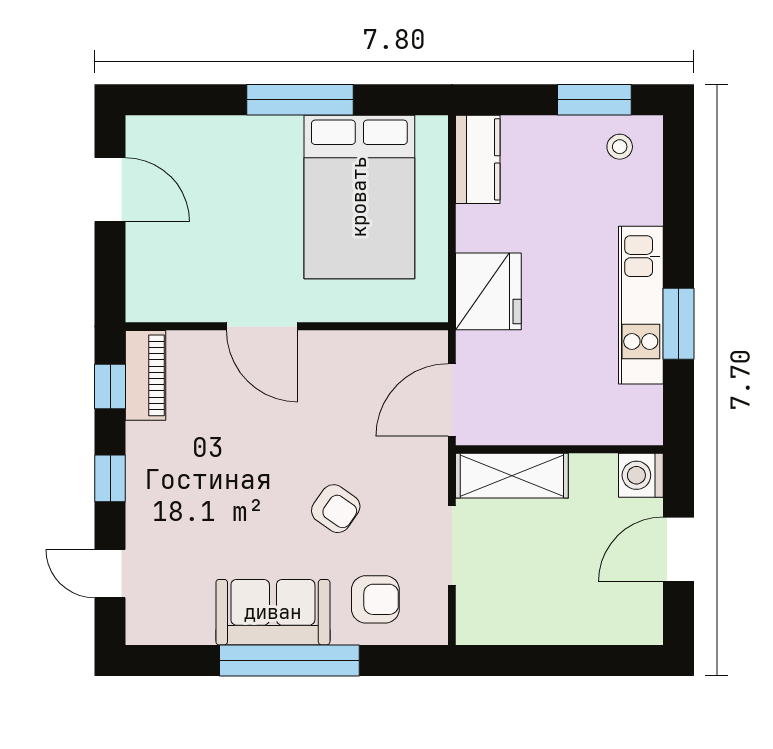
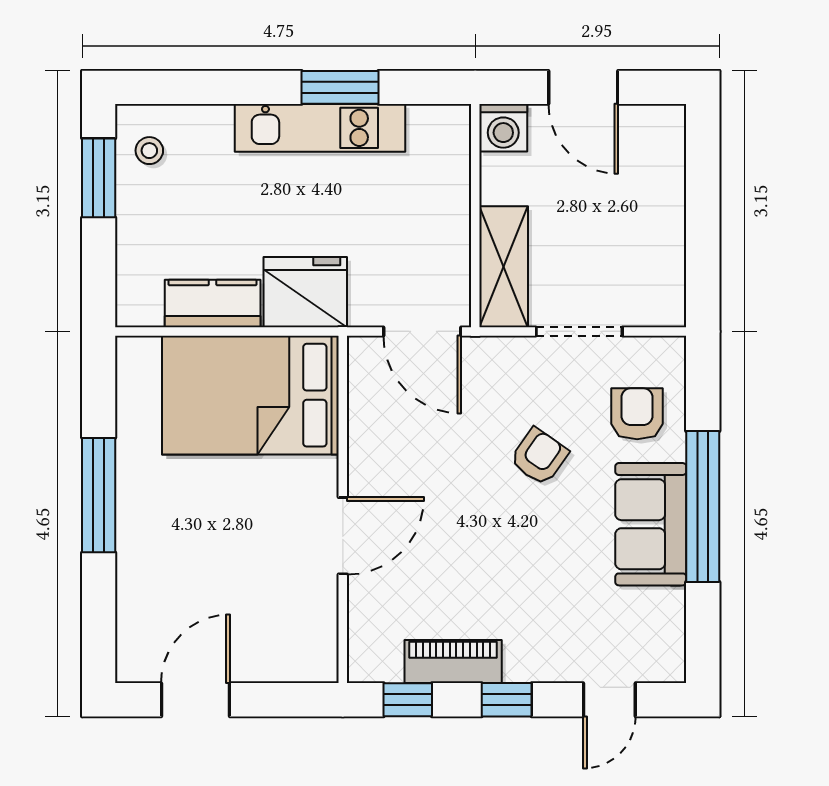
kitchen counter: (478, 159) -> (213, 303), moved
bed: (359, 197) -> (250, 395), moved, turned 180
piano: (146, 375) -> (453, 661), moved

